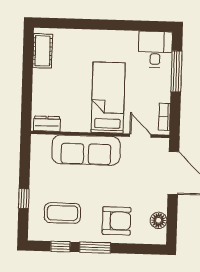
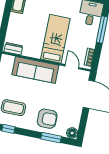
floor lamp: (159, 220) -> (72, 133), moved
window: (95, 248) -> (51, 138), moved

